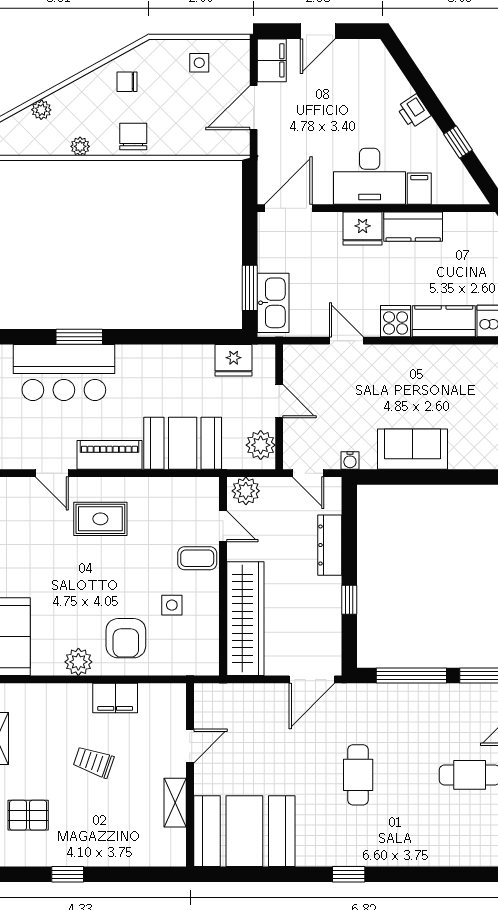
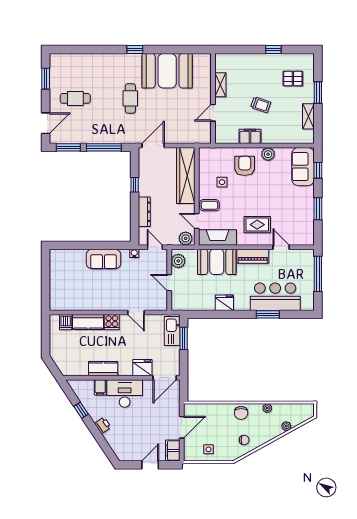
fridge: (363, 229) -> (142, 368), moved
fridge: (234, 360) -> (224, 303), moved
fireplace: (181, 493) -> (218, 237), added
booth: (244, 831) -> (167, 71), moved

